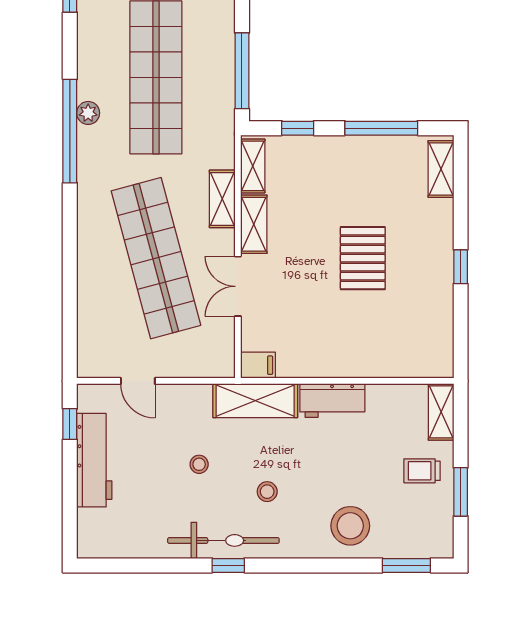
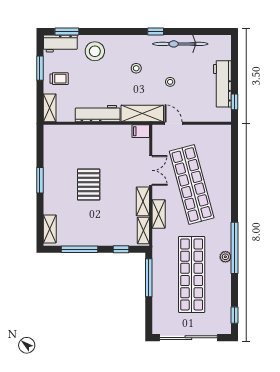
window: (461, 267) -> (40, 180), width x1.50
door: (138, 381) -> (173, 123), moved
workbench: (332, 400) -> (98, 114), width x1.38
bicycle: (223, 540) -> (180, 44), moved
workbench: (419, 541) -> (60, 44), added

